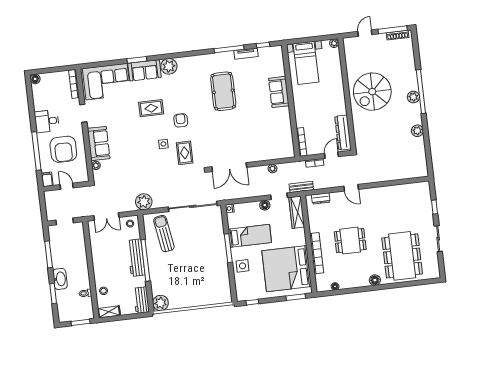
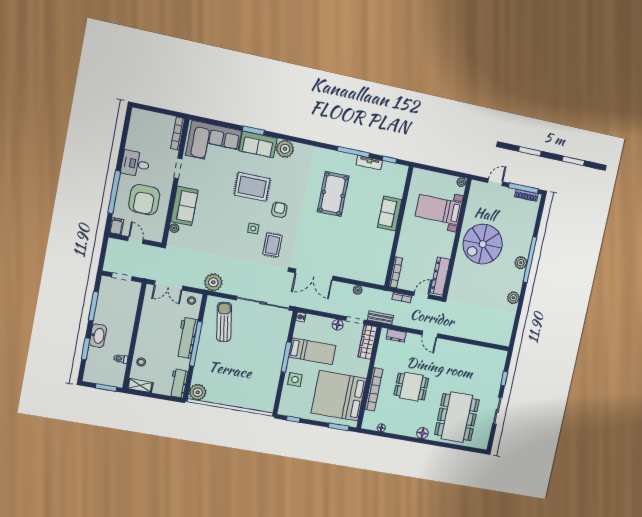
bed with nightstands: (306, 63) -> (439, 210), moved, turned 90
floor lamp: (35, 79) -> (137, 114), removed
rug: (151, 108) -> (252, 187), width x1.36, depth x1.43

